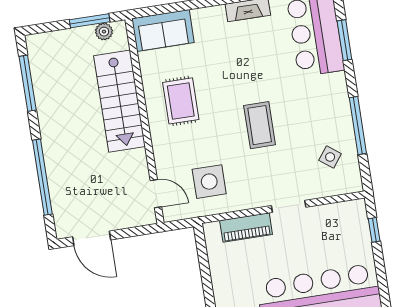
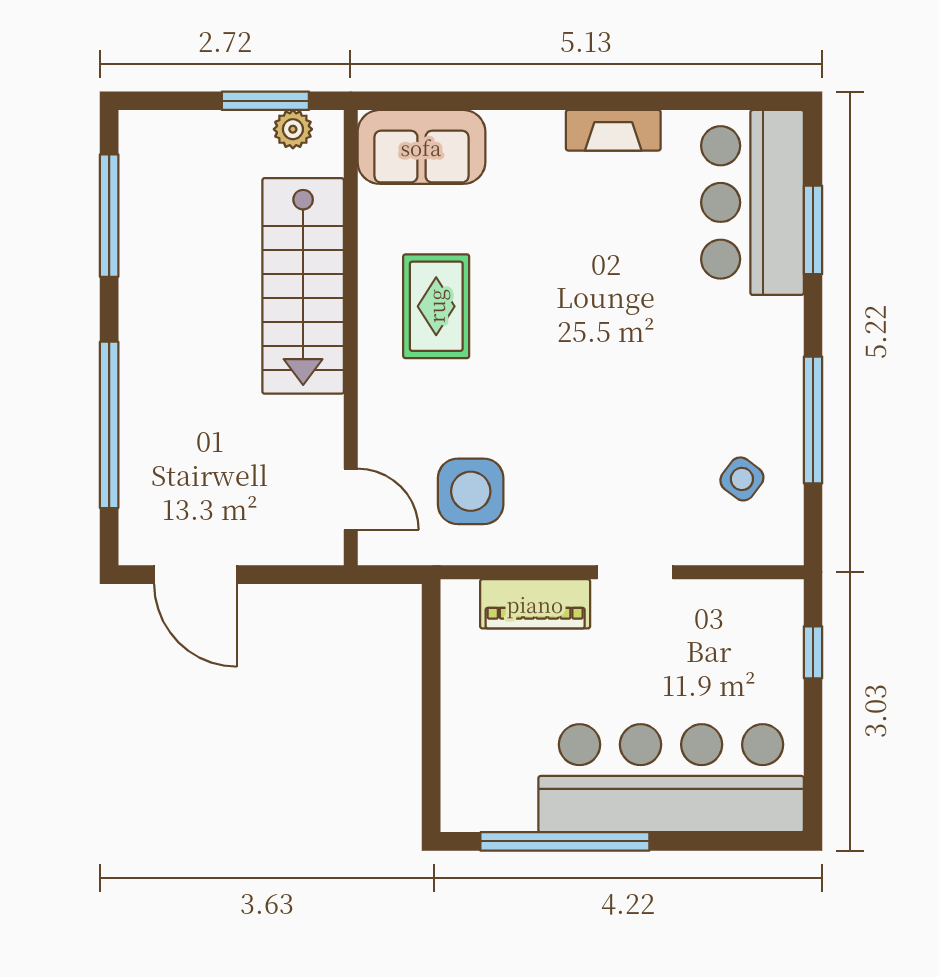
coffee table: (260, 125) -> (599, 386), removed

